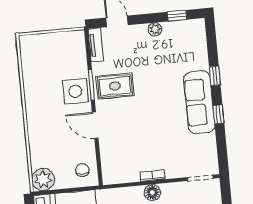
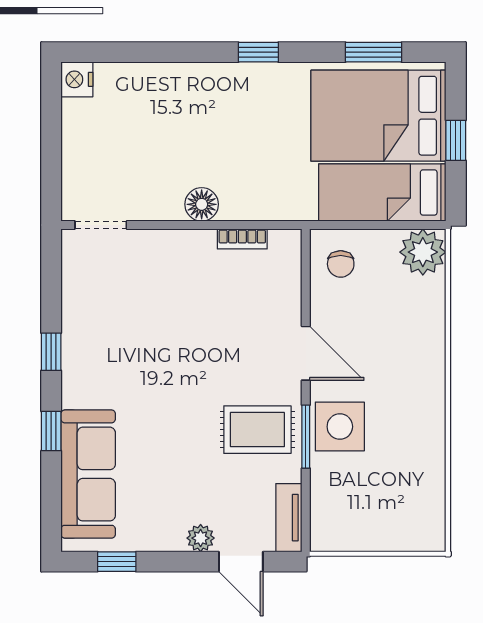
plant: (155, 29) -> (201, 538), moved
sofa: (199, 102) -> (88, 474), moved
bookcase: (152, 176) -> (242, 239), moved

